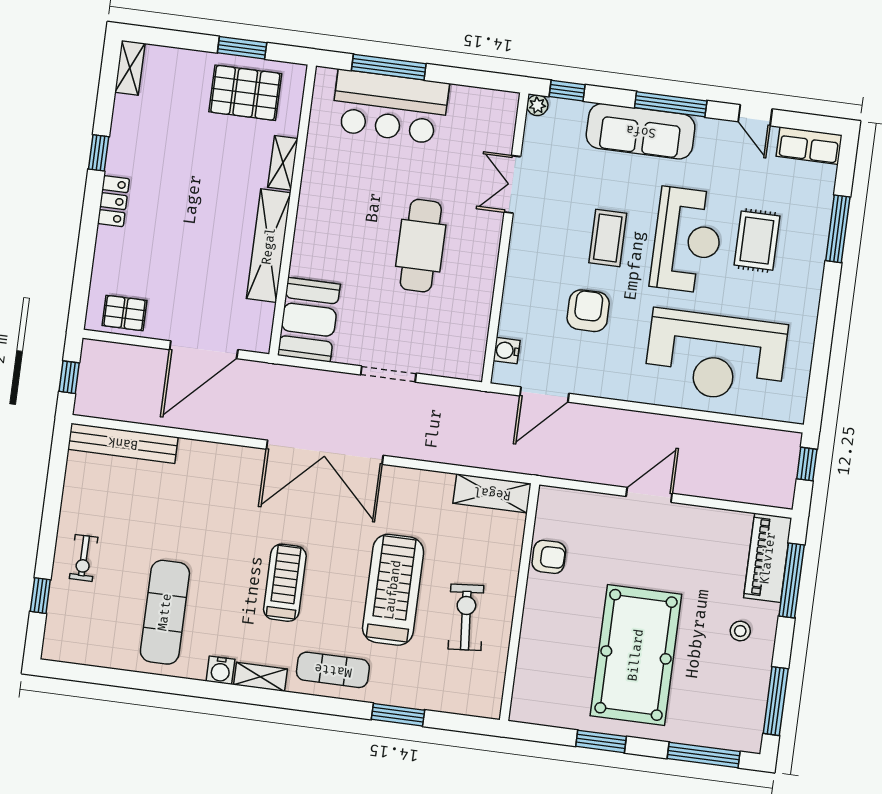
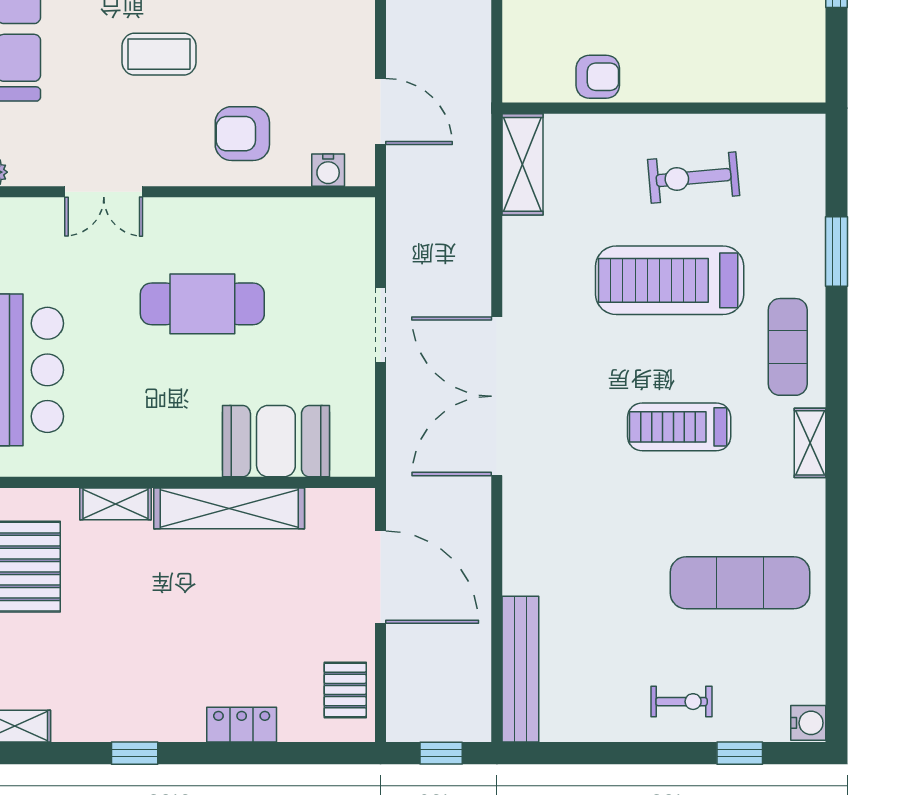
locker: (113, 201) -> (242, 725), moved
armchair: (588, 311) -> (242, 134), moved
booth: (309, 320) -> (276, 441), moved
double door: (325, 452) -> (497, 396), swing flipped
armchair: (549, 557) -> (598, 77), turned 90
water cooler: (220, 670) -> (808, 723), moved

